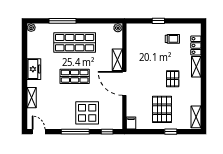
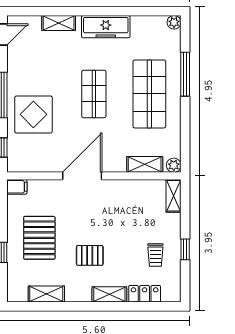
window: (158, 21) -> (185, 249), moved
shelving: (136, 28) -> (173, 196), added
shelving: (117, 60) -> (145, 164), moved
freezer: (34, 69) -> (106, 27), width x1.40
pallet: (162, 109) -> (39, 238), turned 90
shelving: (196, 117) -> (46, 294), moved

